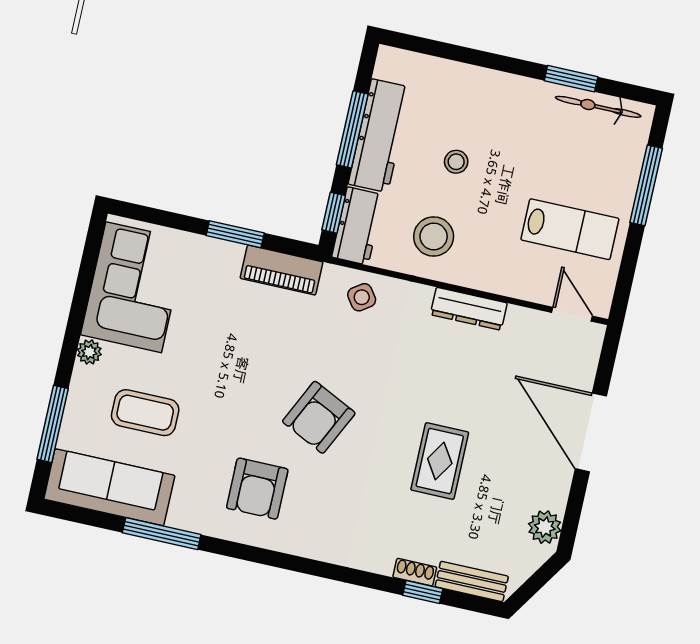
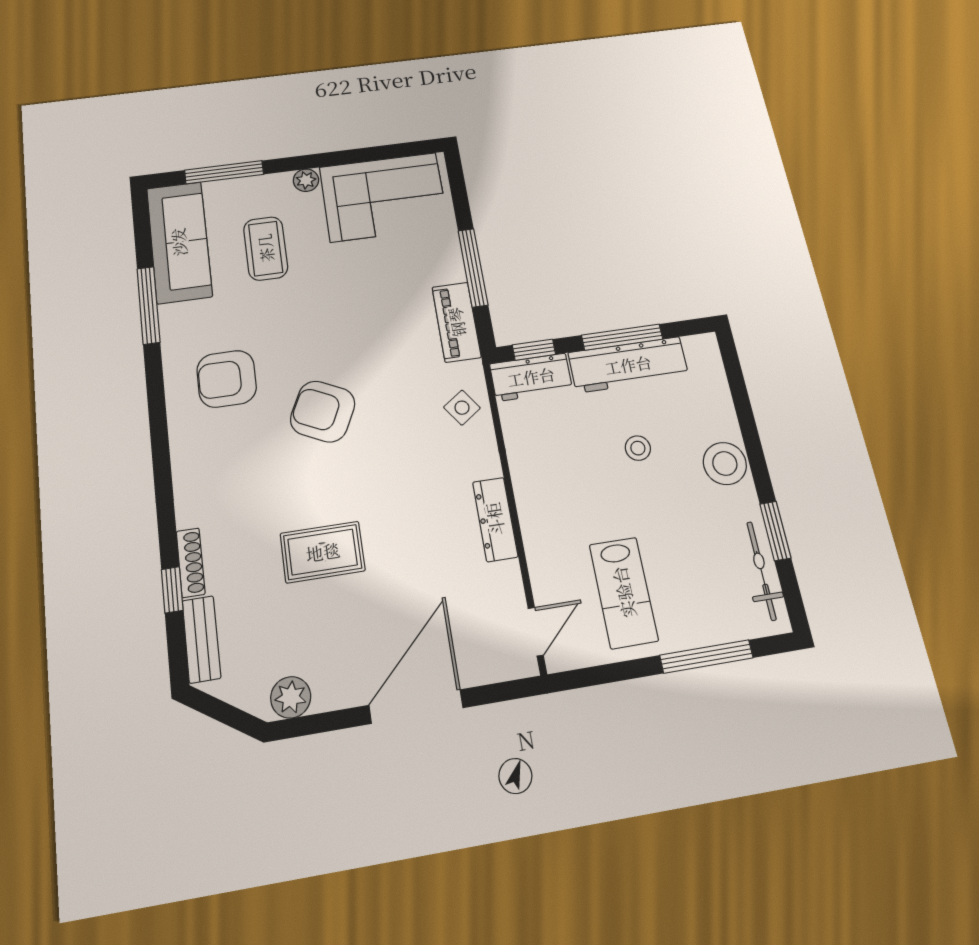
window: (235, 234) -> (473, 268), width x1.44
stool: (434, 236) -> (725, 463), moved
shoe rack: (415, 572) -> (191, 563), width x1.43

